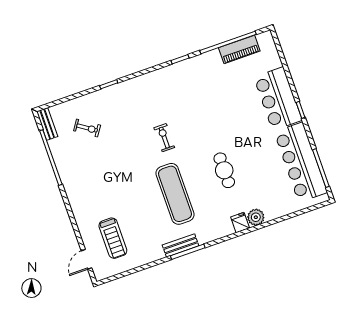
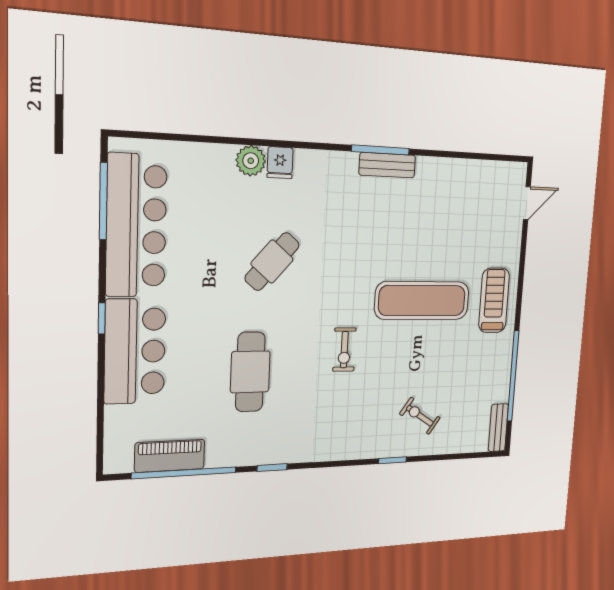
cafe table: (213, 108) -> (250, 372), added
exercise bike: (87, 128) -> (420, 416), moved
cafe table: (224, 170) -> (272, 262), turned 41
exercise mat: (175, 194) -> (422, 301), moved, turned 90
treadmill: (113, 238) -> (494, 300), moved

